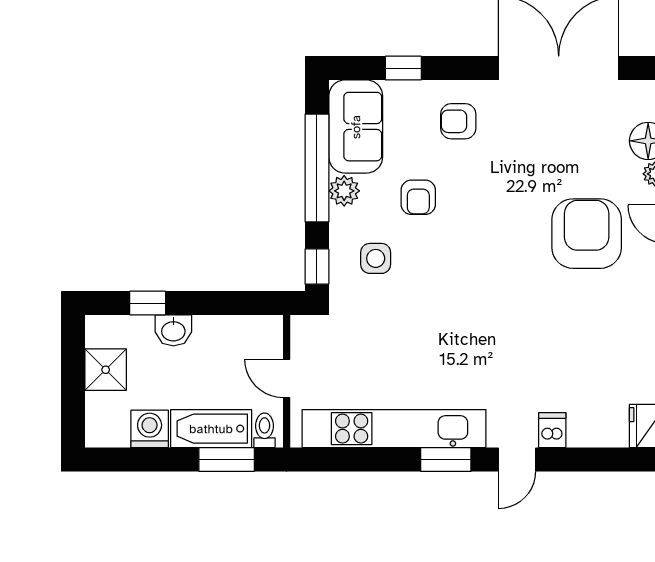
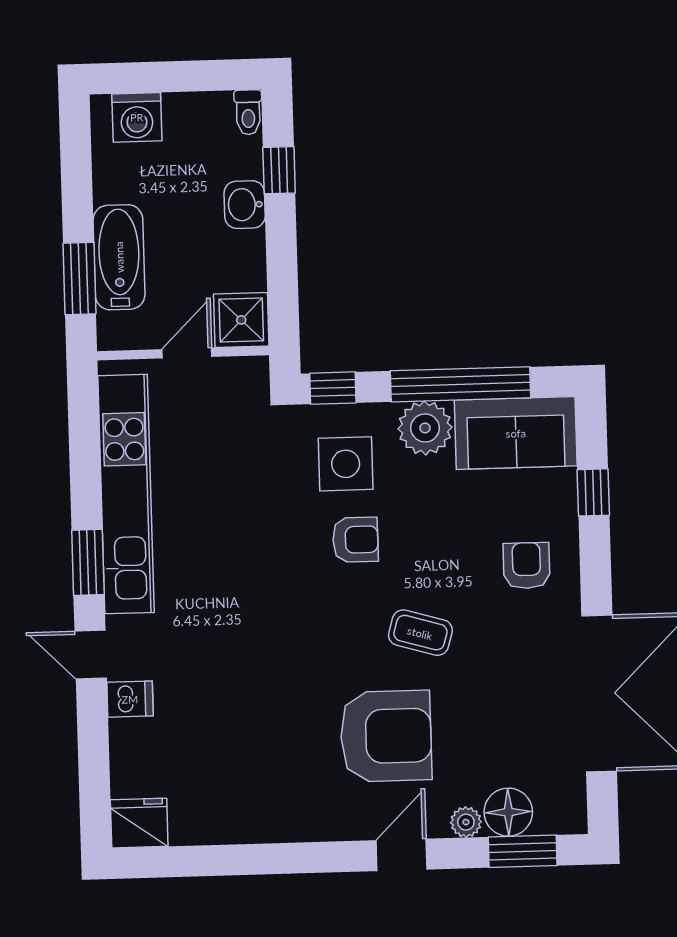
plant: (344, 191) -> (425, 428), width x1.36, depth x1.36
armchair: (418, 197) -> (355, 540), moved, turned 180
coffee table: (508, 205) -> (420, 633), added
side table: (376, 258) -> (346, 464), width x1.37, depth x1.37
shower: (106, 370) -> (241, 320), moved
washing machine: (150, 429) -> (137, 117), moved, turned 90
toilet: (265, 430) -> (248, 112), moved, turned 90

